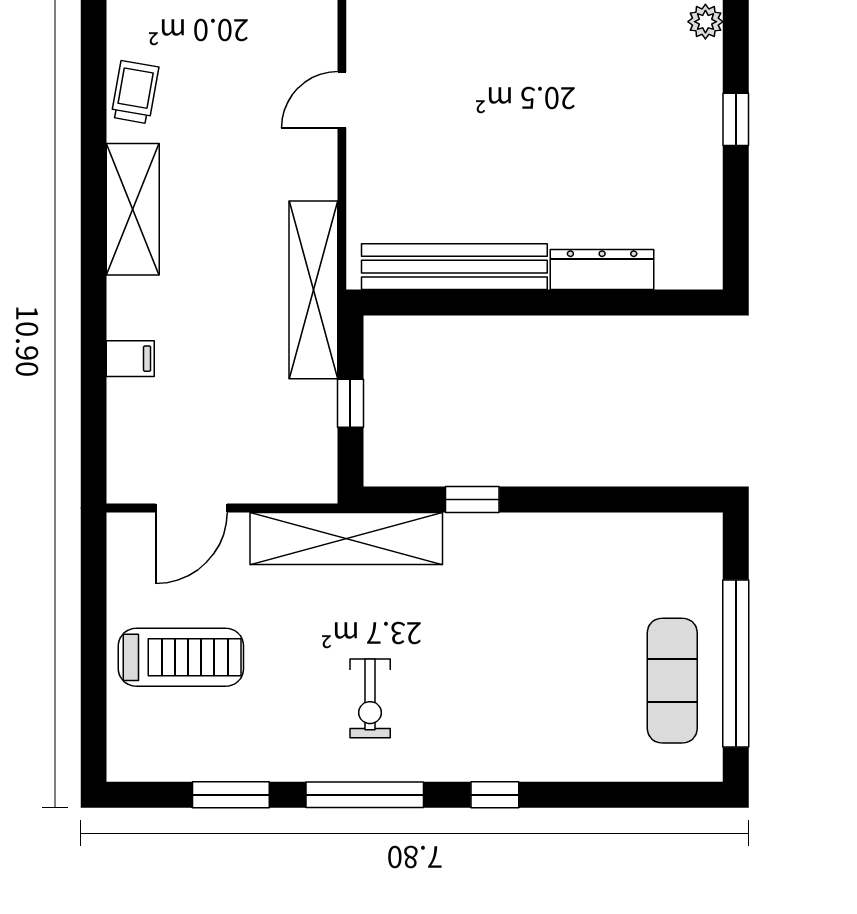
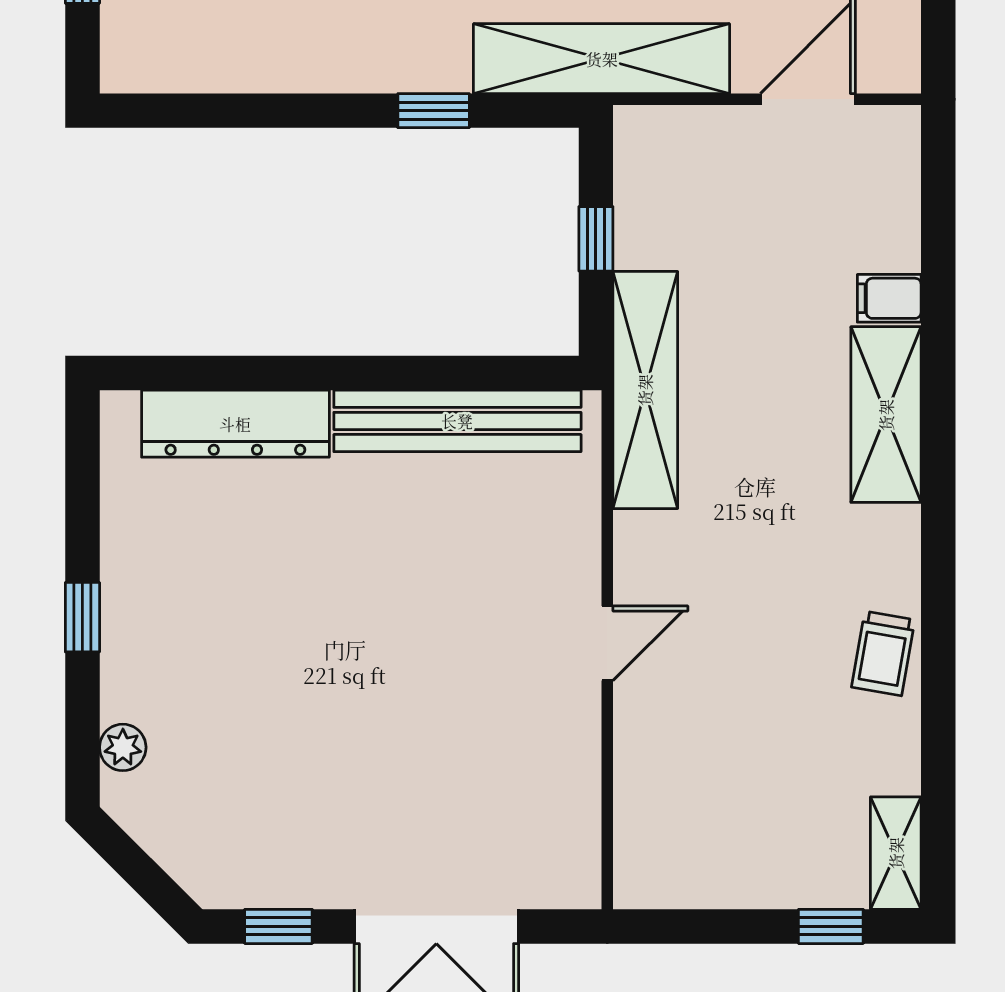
shelving: (133, 209) -> (886, 415), moved
dresser: (602, 269) -> (235, 424), width x1.37, depth x1.24

